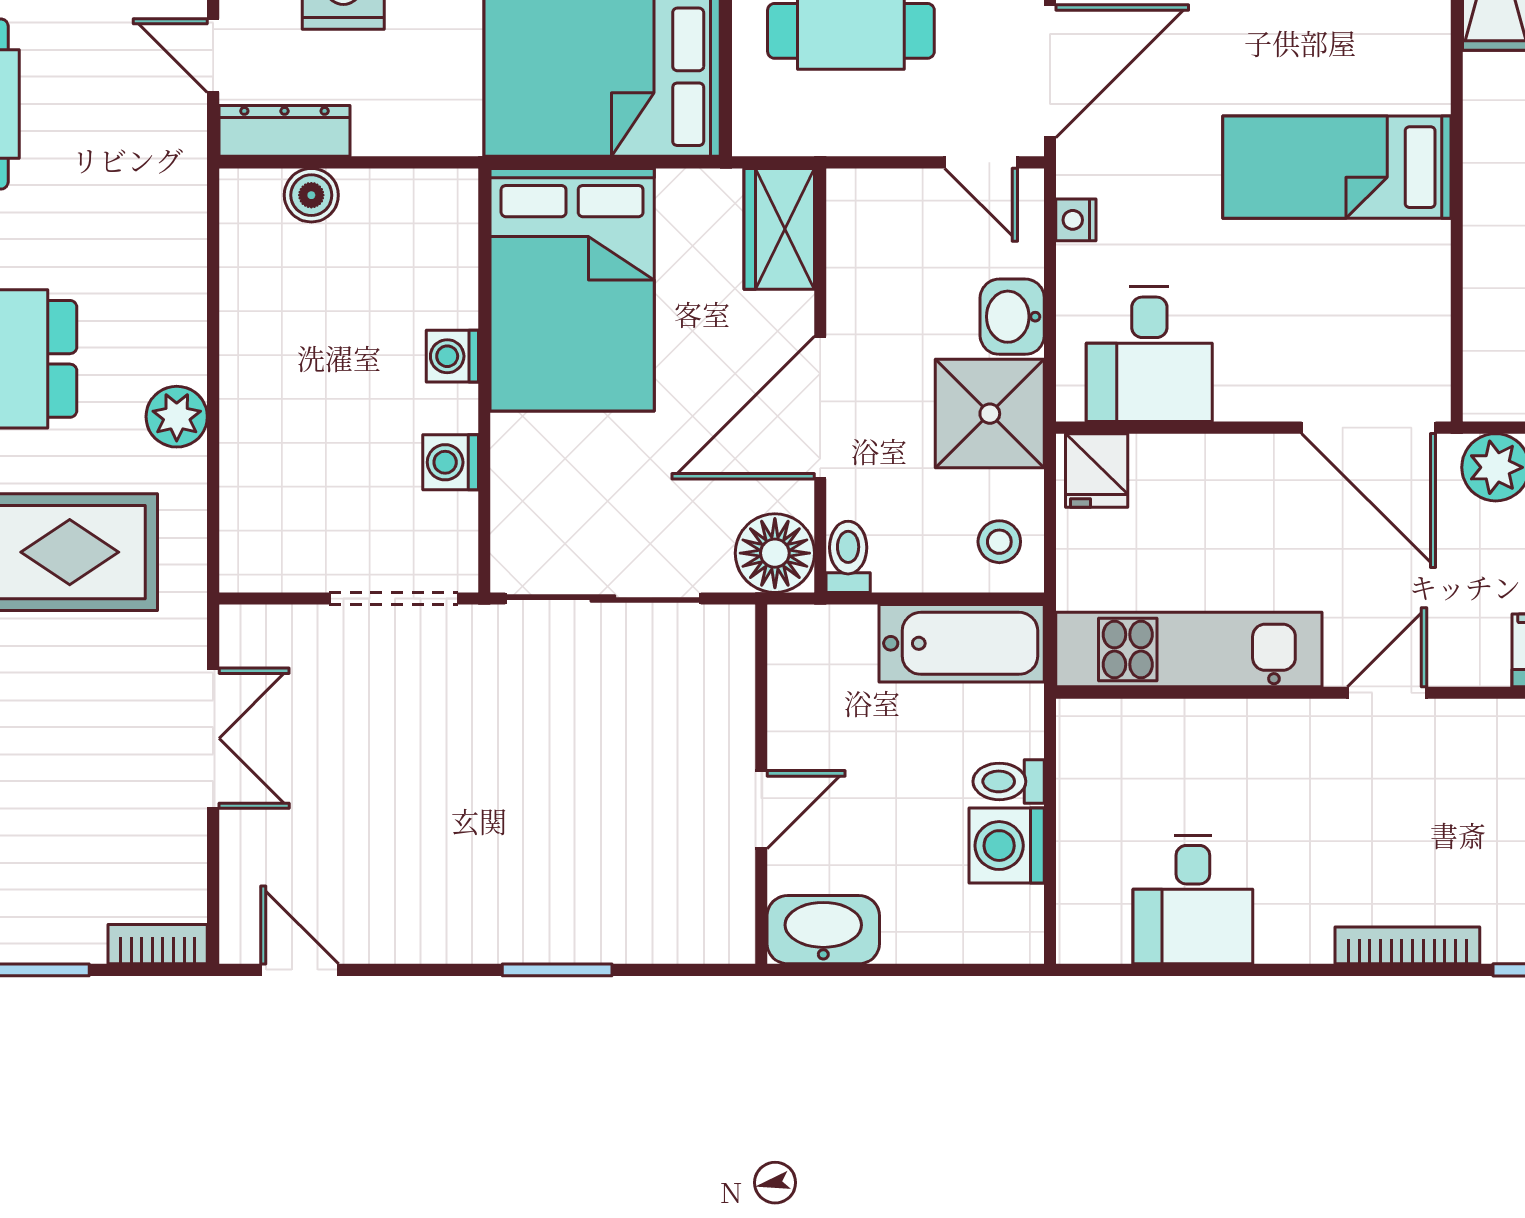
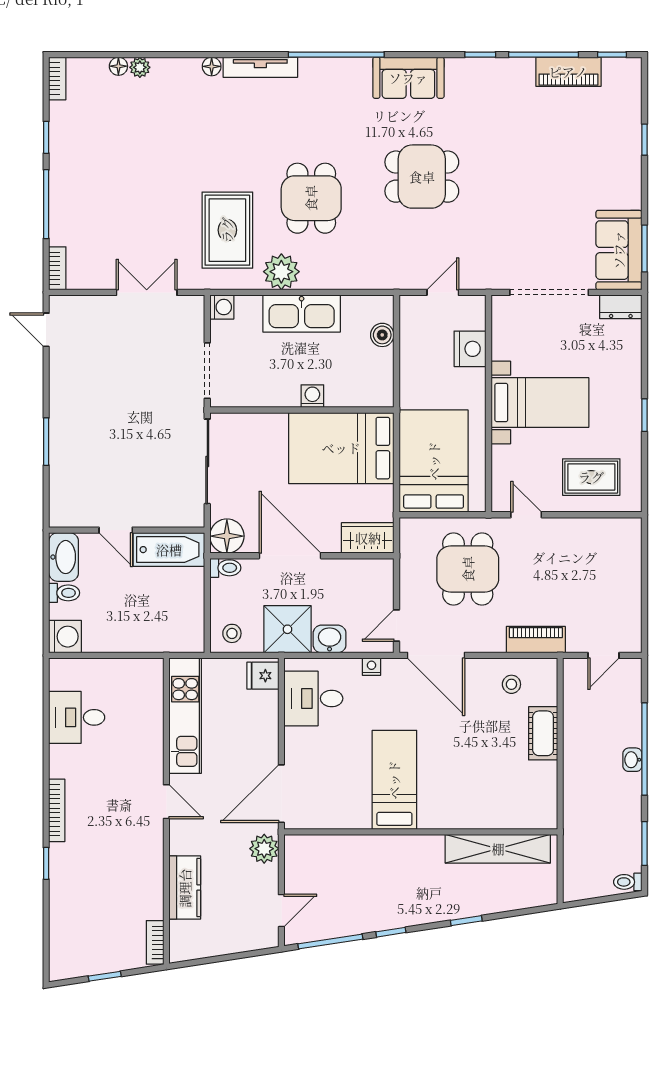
dresser: (284, 131) -> (410, 323), removed
kitchen sink: (262, 381) -> (302, 314), added
plant: (177, 417) -> (281, 272), width x1.36, depth x1.36
washing machine: (451, 462) -> (222, 307), moved, turned 90
bathtub: (962, 643) -> (169, 550), moved, turned -90
double door: (213, 738) -> (147, 292), swing flipped
toilet: (1009, 781) -> (64, 593), moved, turned 90
washing machine: (1007, 846) -> (65, 637), moved, turned 90
door: (300, 970) -> (46, 330), swing flipped

